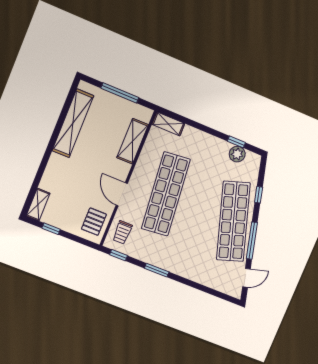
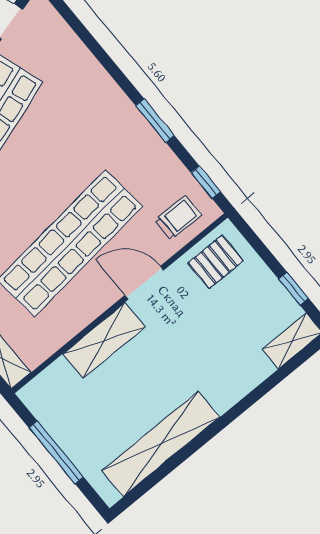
shelving: (133, 141) -> (104, 340), moved
door: (122, 194) -> (144, 283), swing flipped

